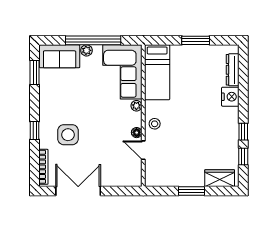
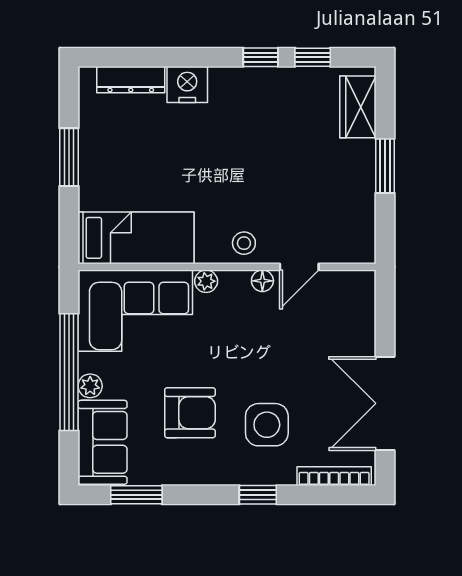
armchair: (74, 98) -> (190, 413), added

